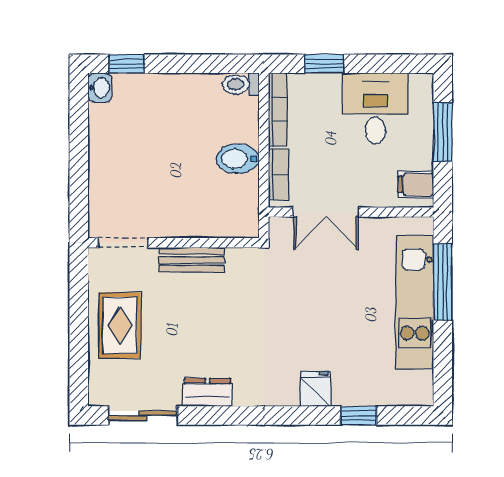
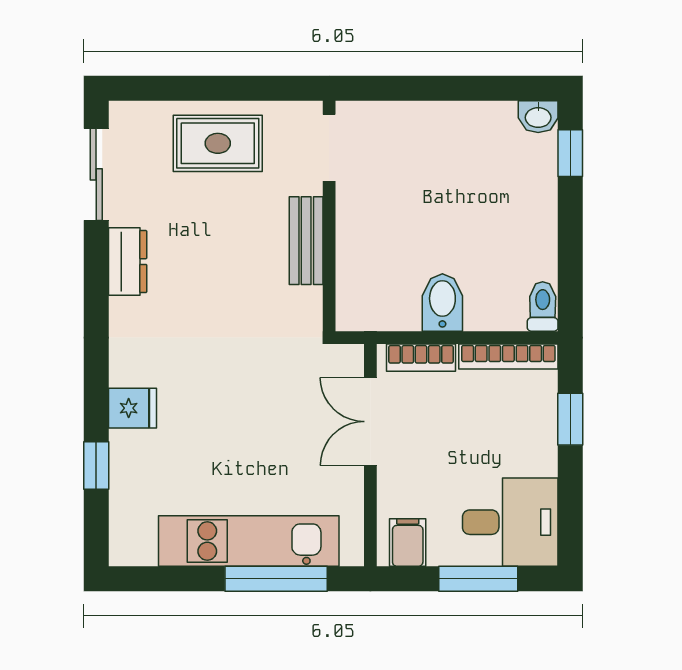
desk: (375, 108) -> (510, 522), moved

